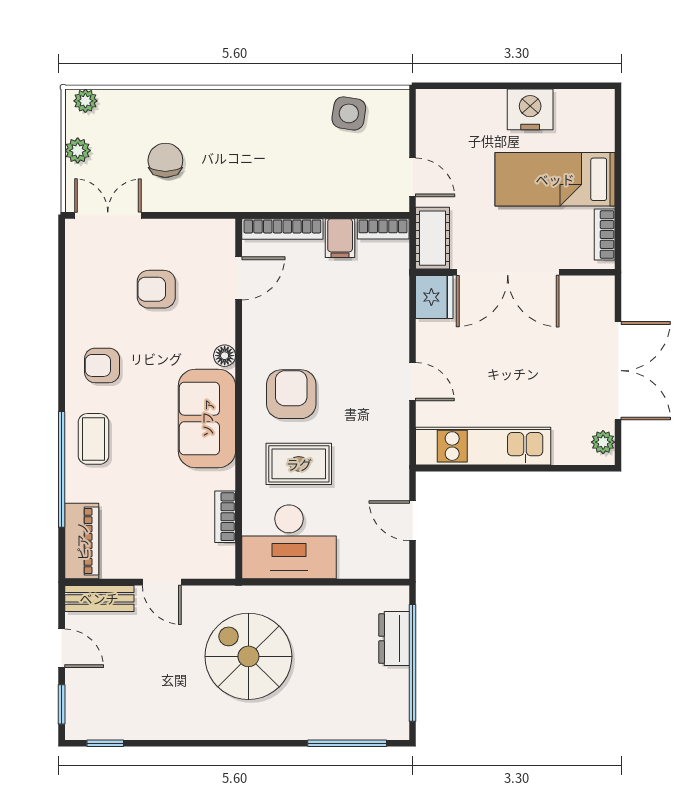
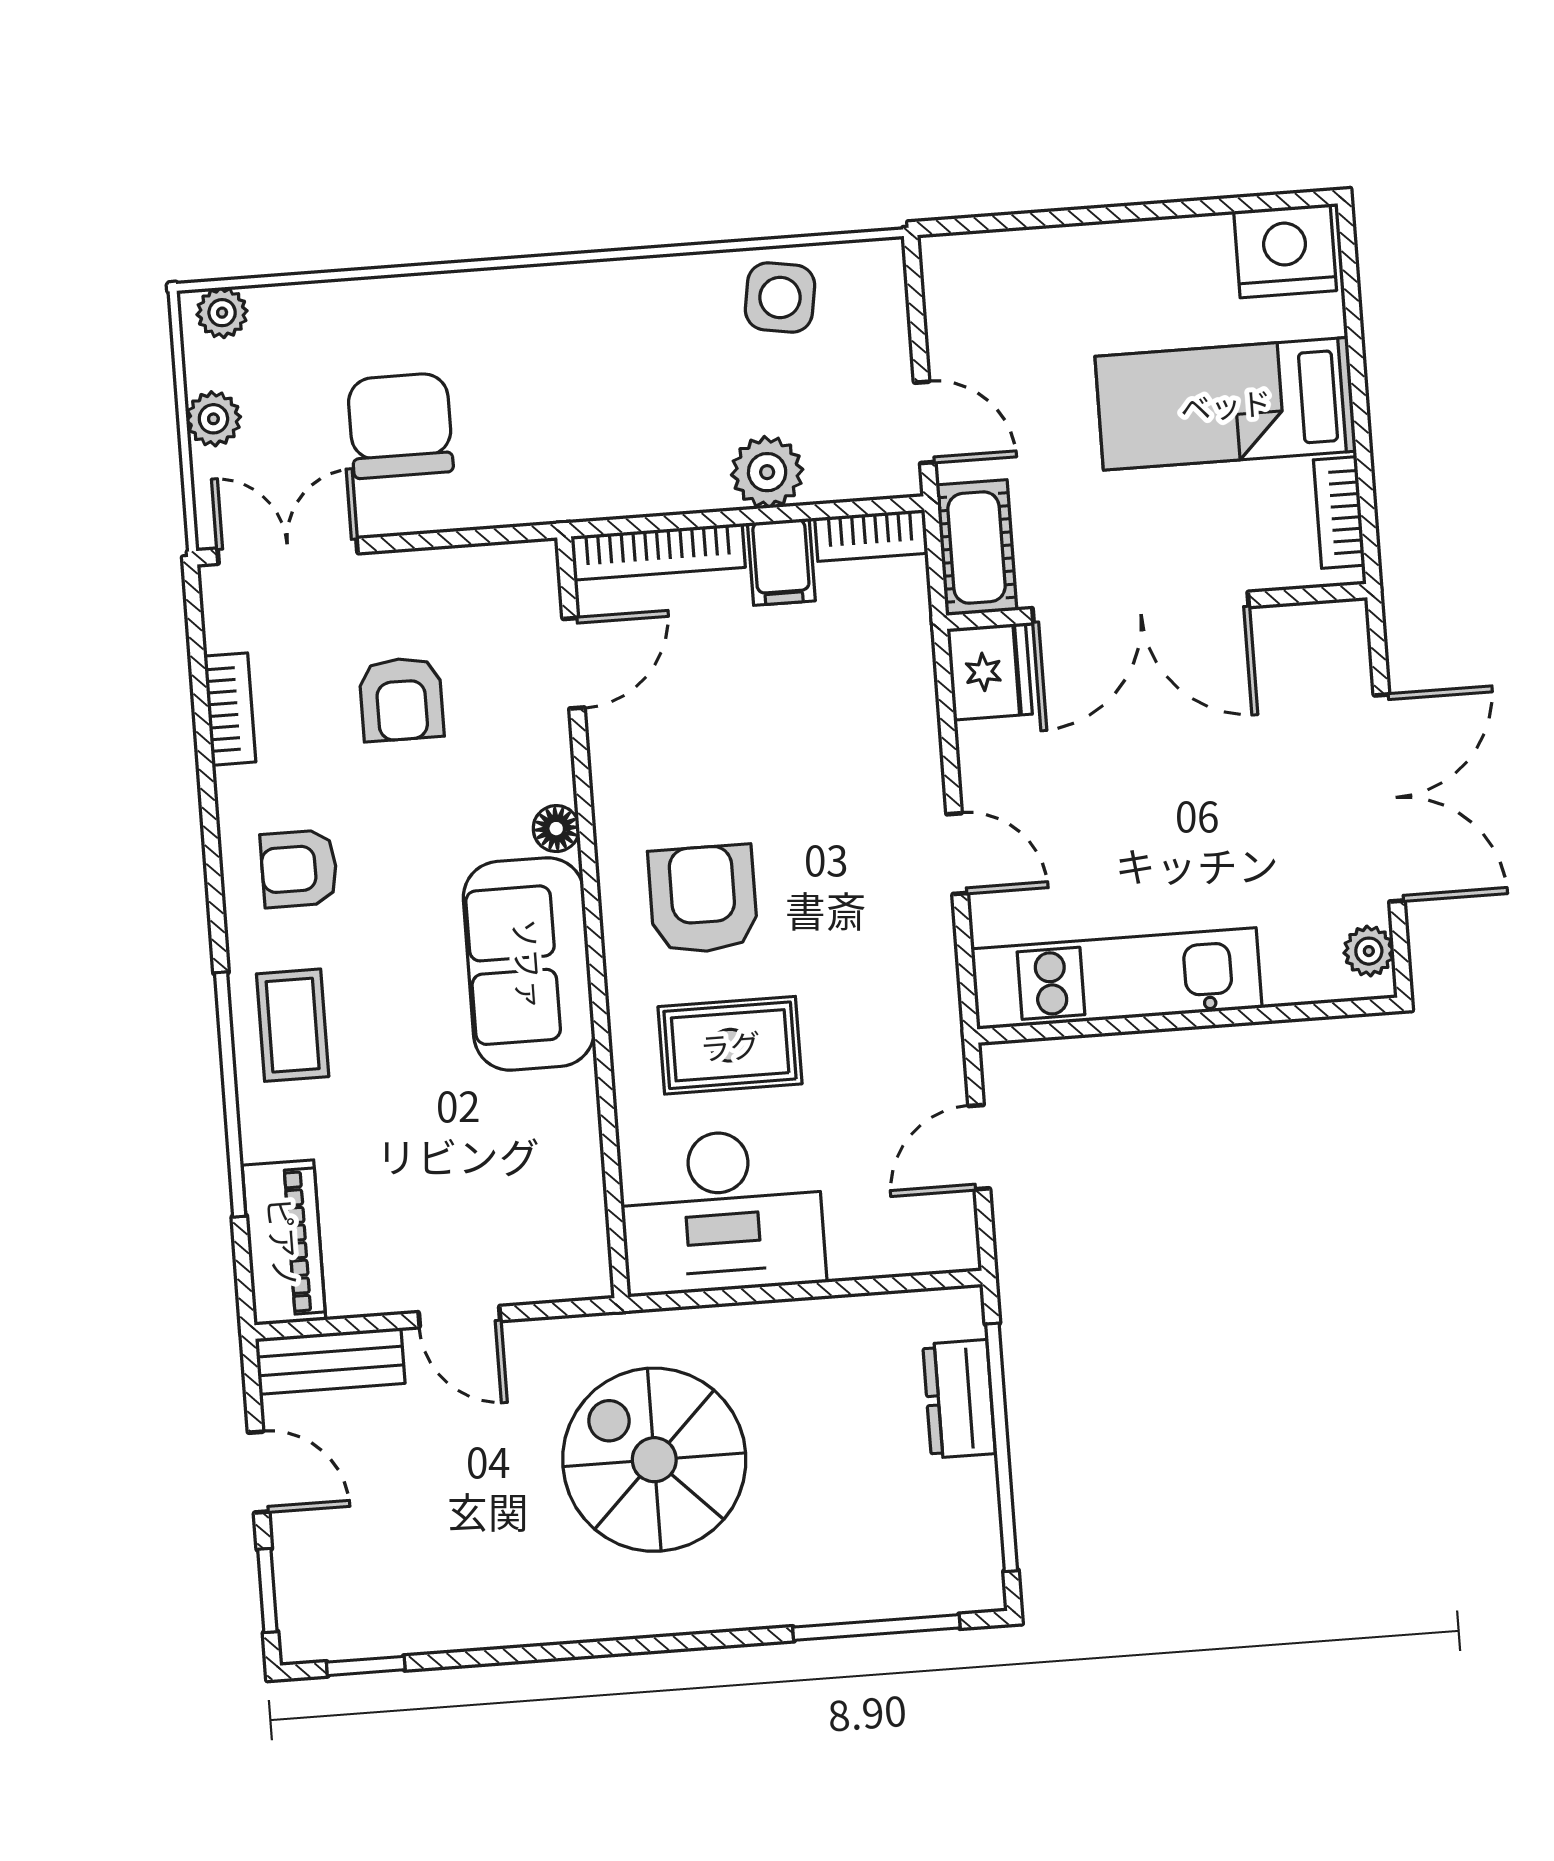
nightstand: (530, 109) -> (1285, 251), moved
chair: (165, 160) -> (400, 426), width x1.37, depth x1.37
plant: (337, 195) -> (767, 472), added
armchair: (156, 289) -> (401, 699), turned -90
bookcase: (225, 517) -> (230, 709), moved, turned 180
door: (413, 521) -> (979, 1147), hinge flipped

